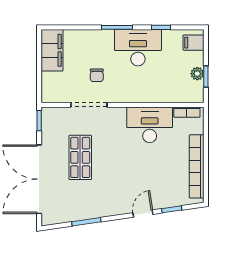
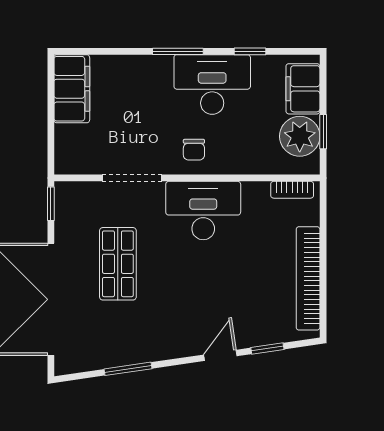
filing cabinet: (194, 43) -> (303, 89), width x2.00
plant: (197, 74) -> (300, 136), width x1.88, depth x1.88
chair: (97, 75) -> (194, 150), moved
desk: (150, 125) -> (203, 211), moved

